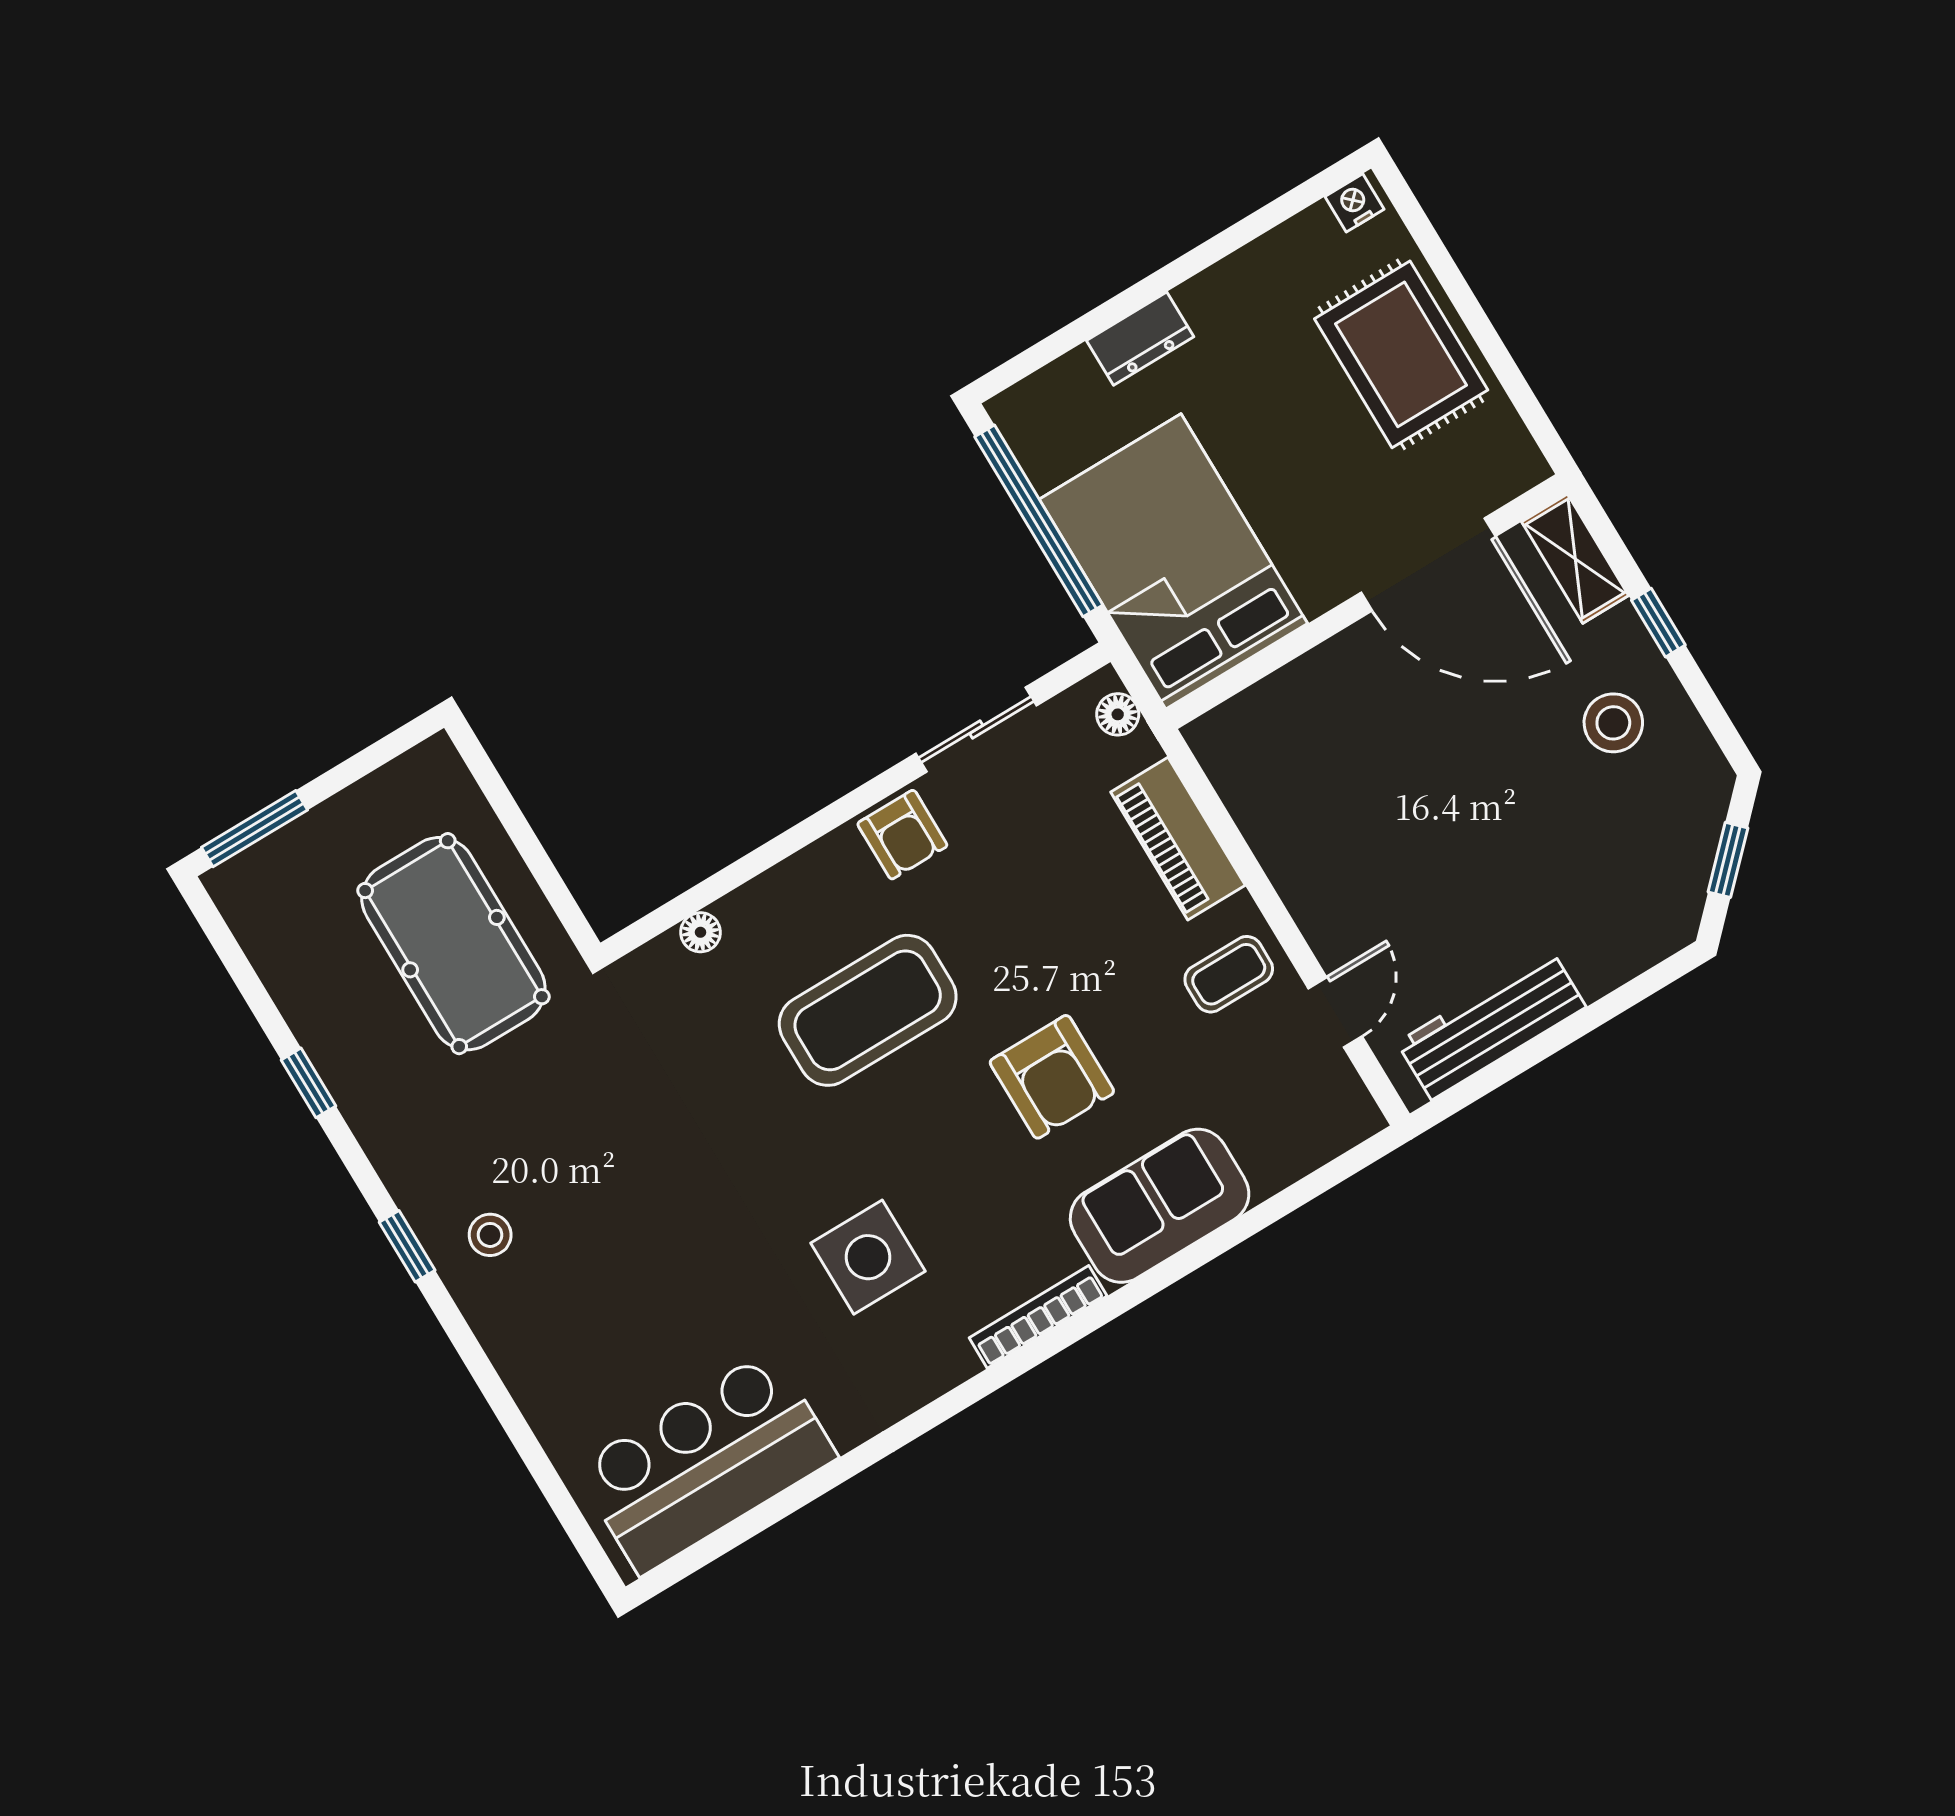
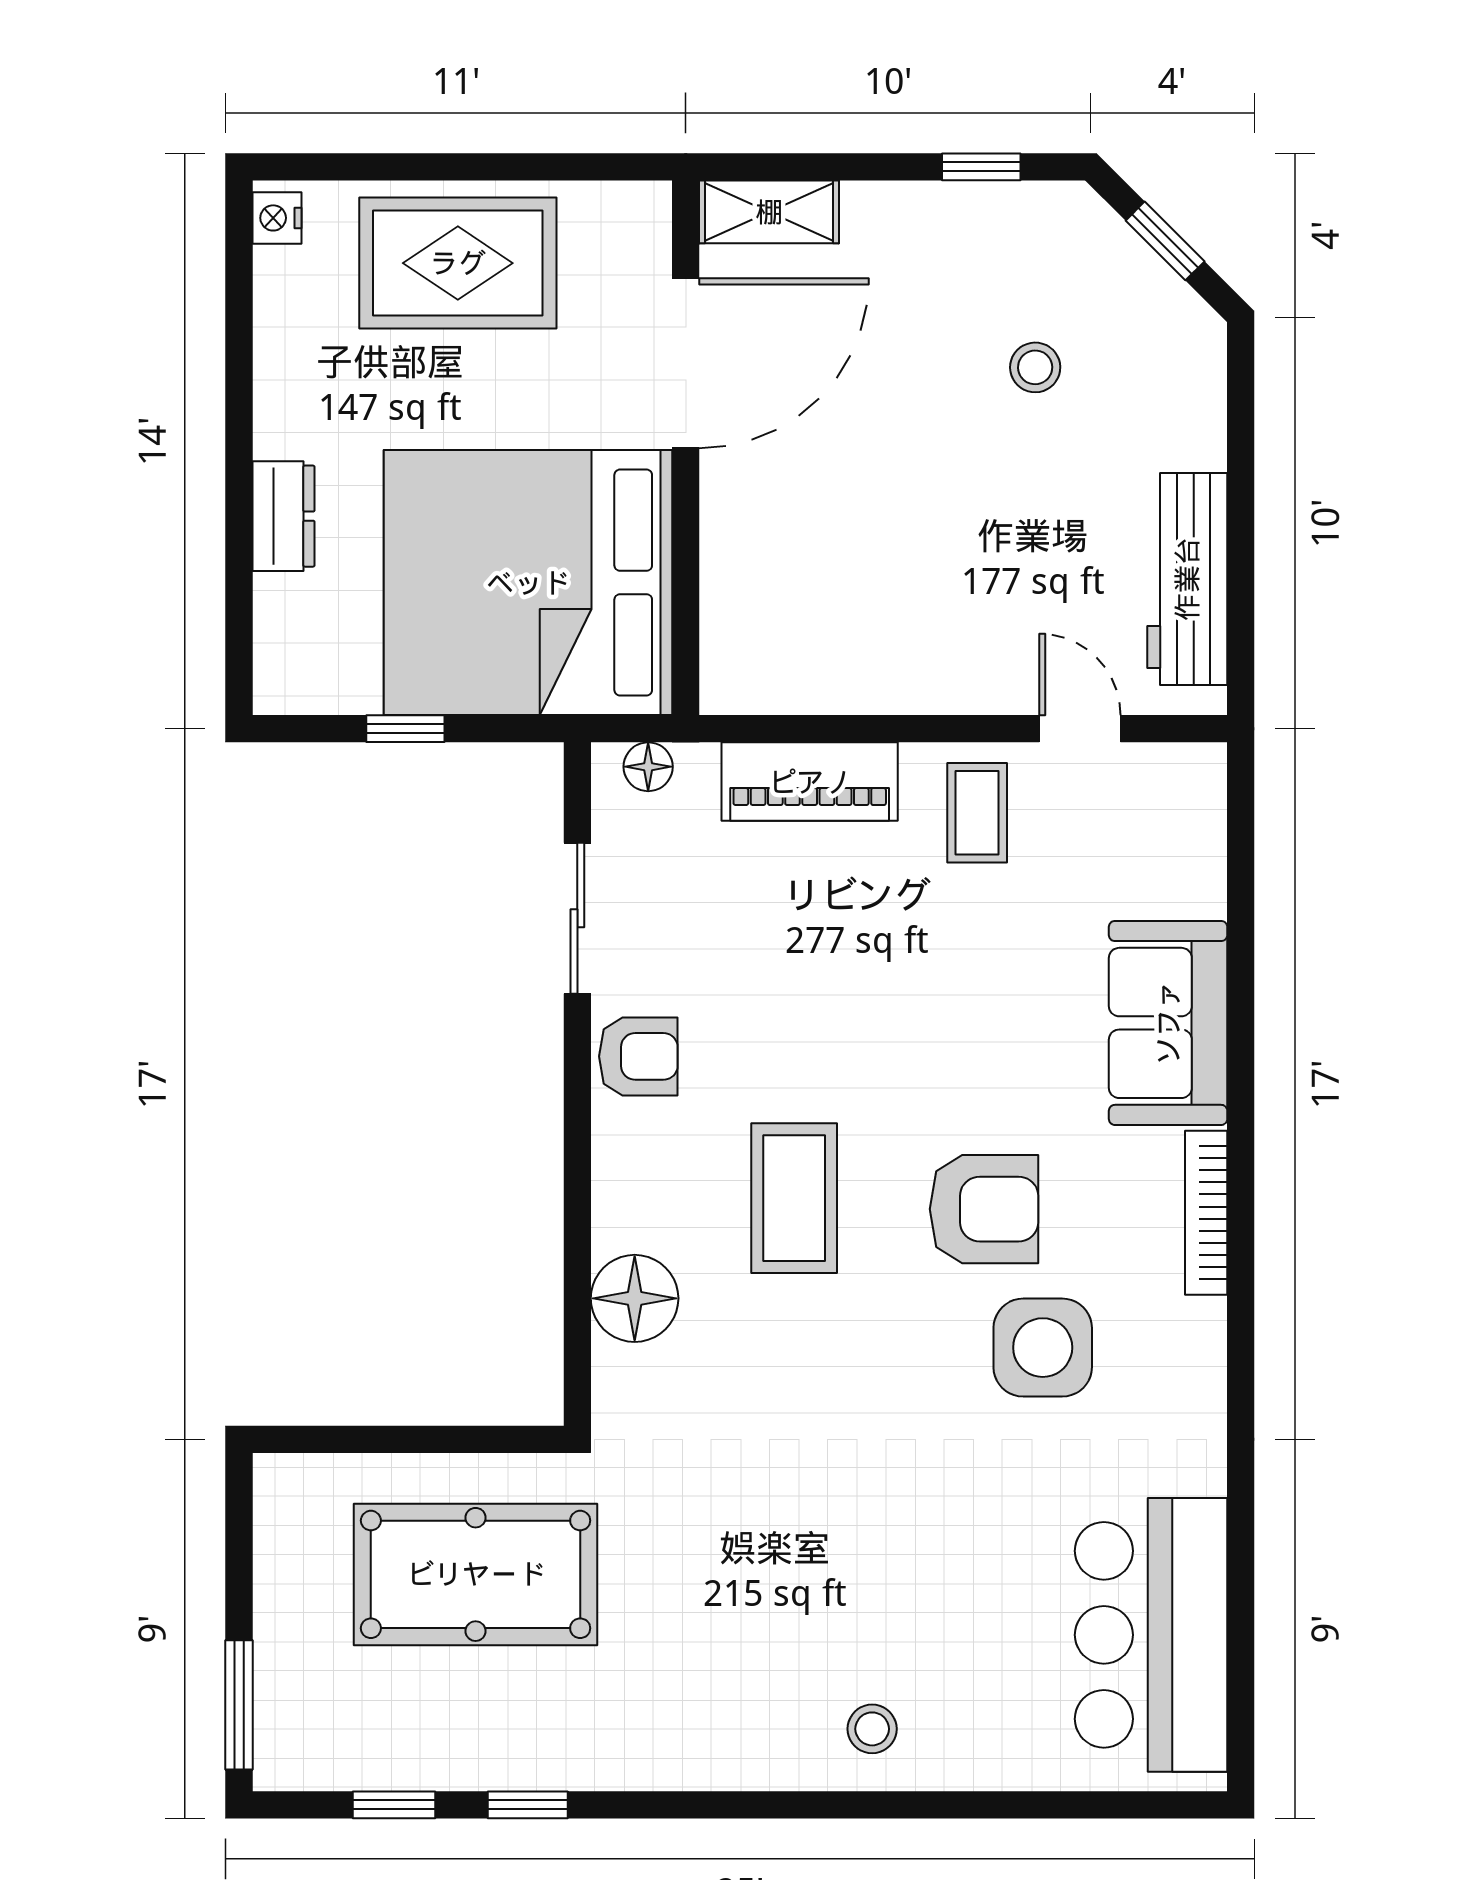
window: (1039, 521) -> (405, 729), width x0.32
bed: (1173, 561) -> (528, 583), width x1.36
window: (1658, 623) -> (981, 167), moved
stool: (1613, 723) -> (1035, 367), moved, width x0.73, depth x0.73
floor lamp: (700, 932) -> (635, 1298), width x1.89, depth x1.89
coffee table: (868, 1010) -> (794, 1198), width x0.73, depth x0.76
armchair: (1052, 1077) -> (984, 1209), moved
stool: (490, 1235) -> (872, 1729), moved
window: (407, 1246) -> (394, 1805), moved

